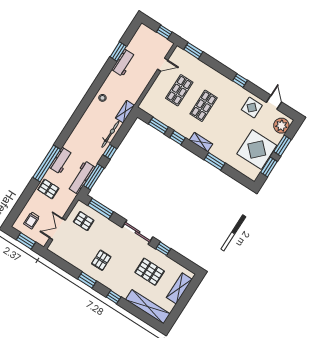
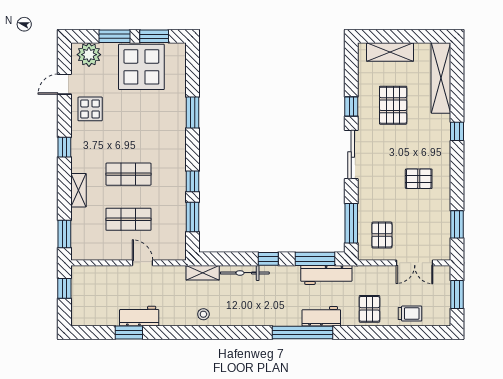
door: (163, 65) -> (142, 263), moved
shelving: (201, 142) -> (78, 190), moved
window: (47, 163) -> (302, 333), moved
trolley: (32, 220) -> (410, 314), moved
window: (87, 280) -> (457, 224), moved

